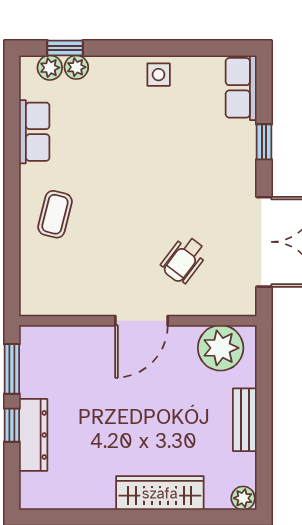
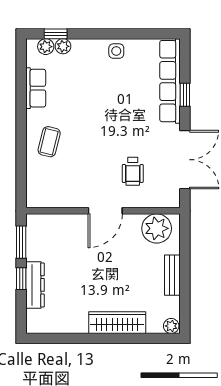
row of seats: (241, 88) -> (170, 81), width x2.02
wheelchair: (184, 260) -> (133, 171), turned -37

